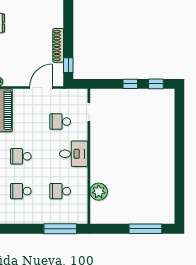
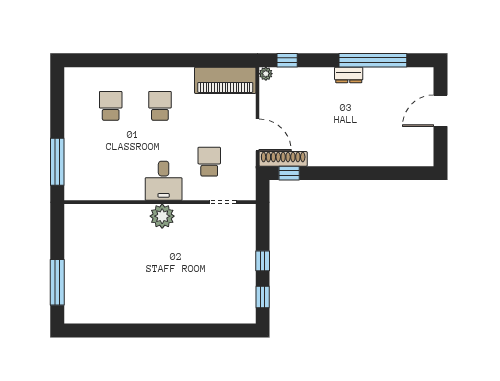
shoe rack: (58, 45) -> (283, 159), moved
school desk: (60, 191) -> (111, 162), removed
plant: (99, 192) -> (162, 216), moved

